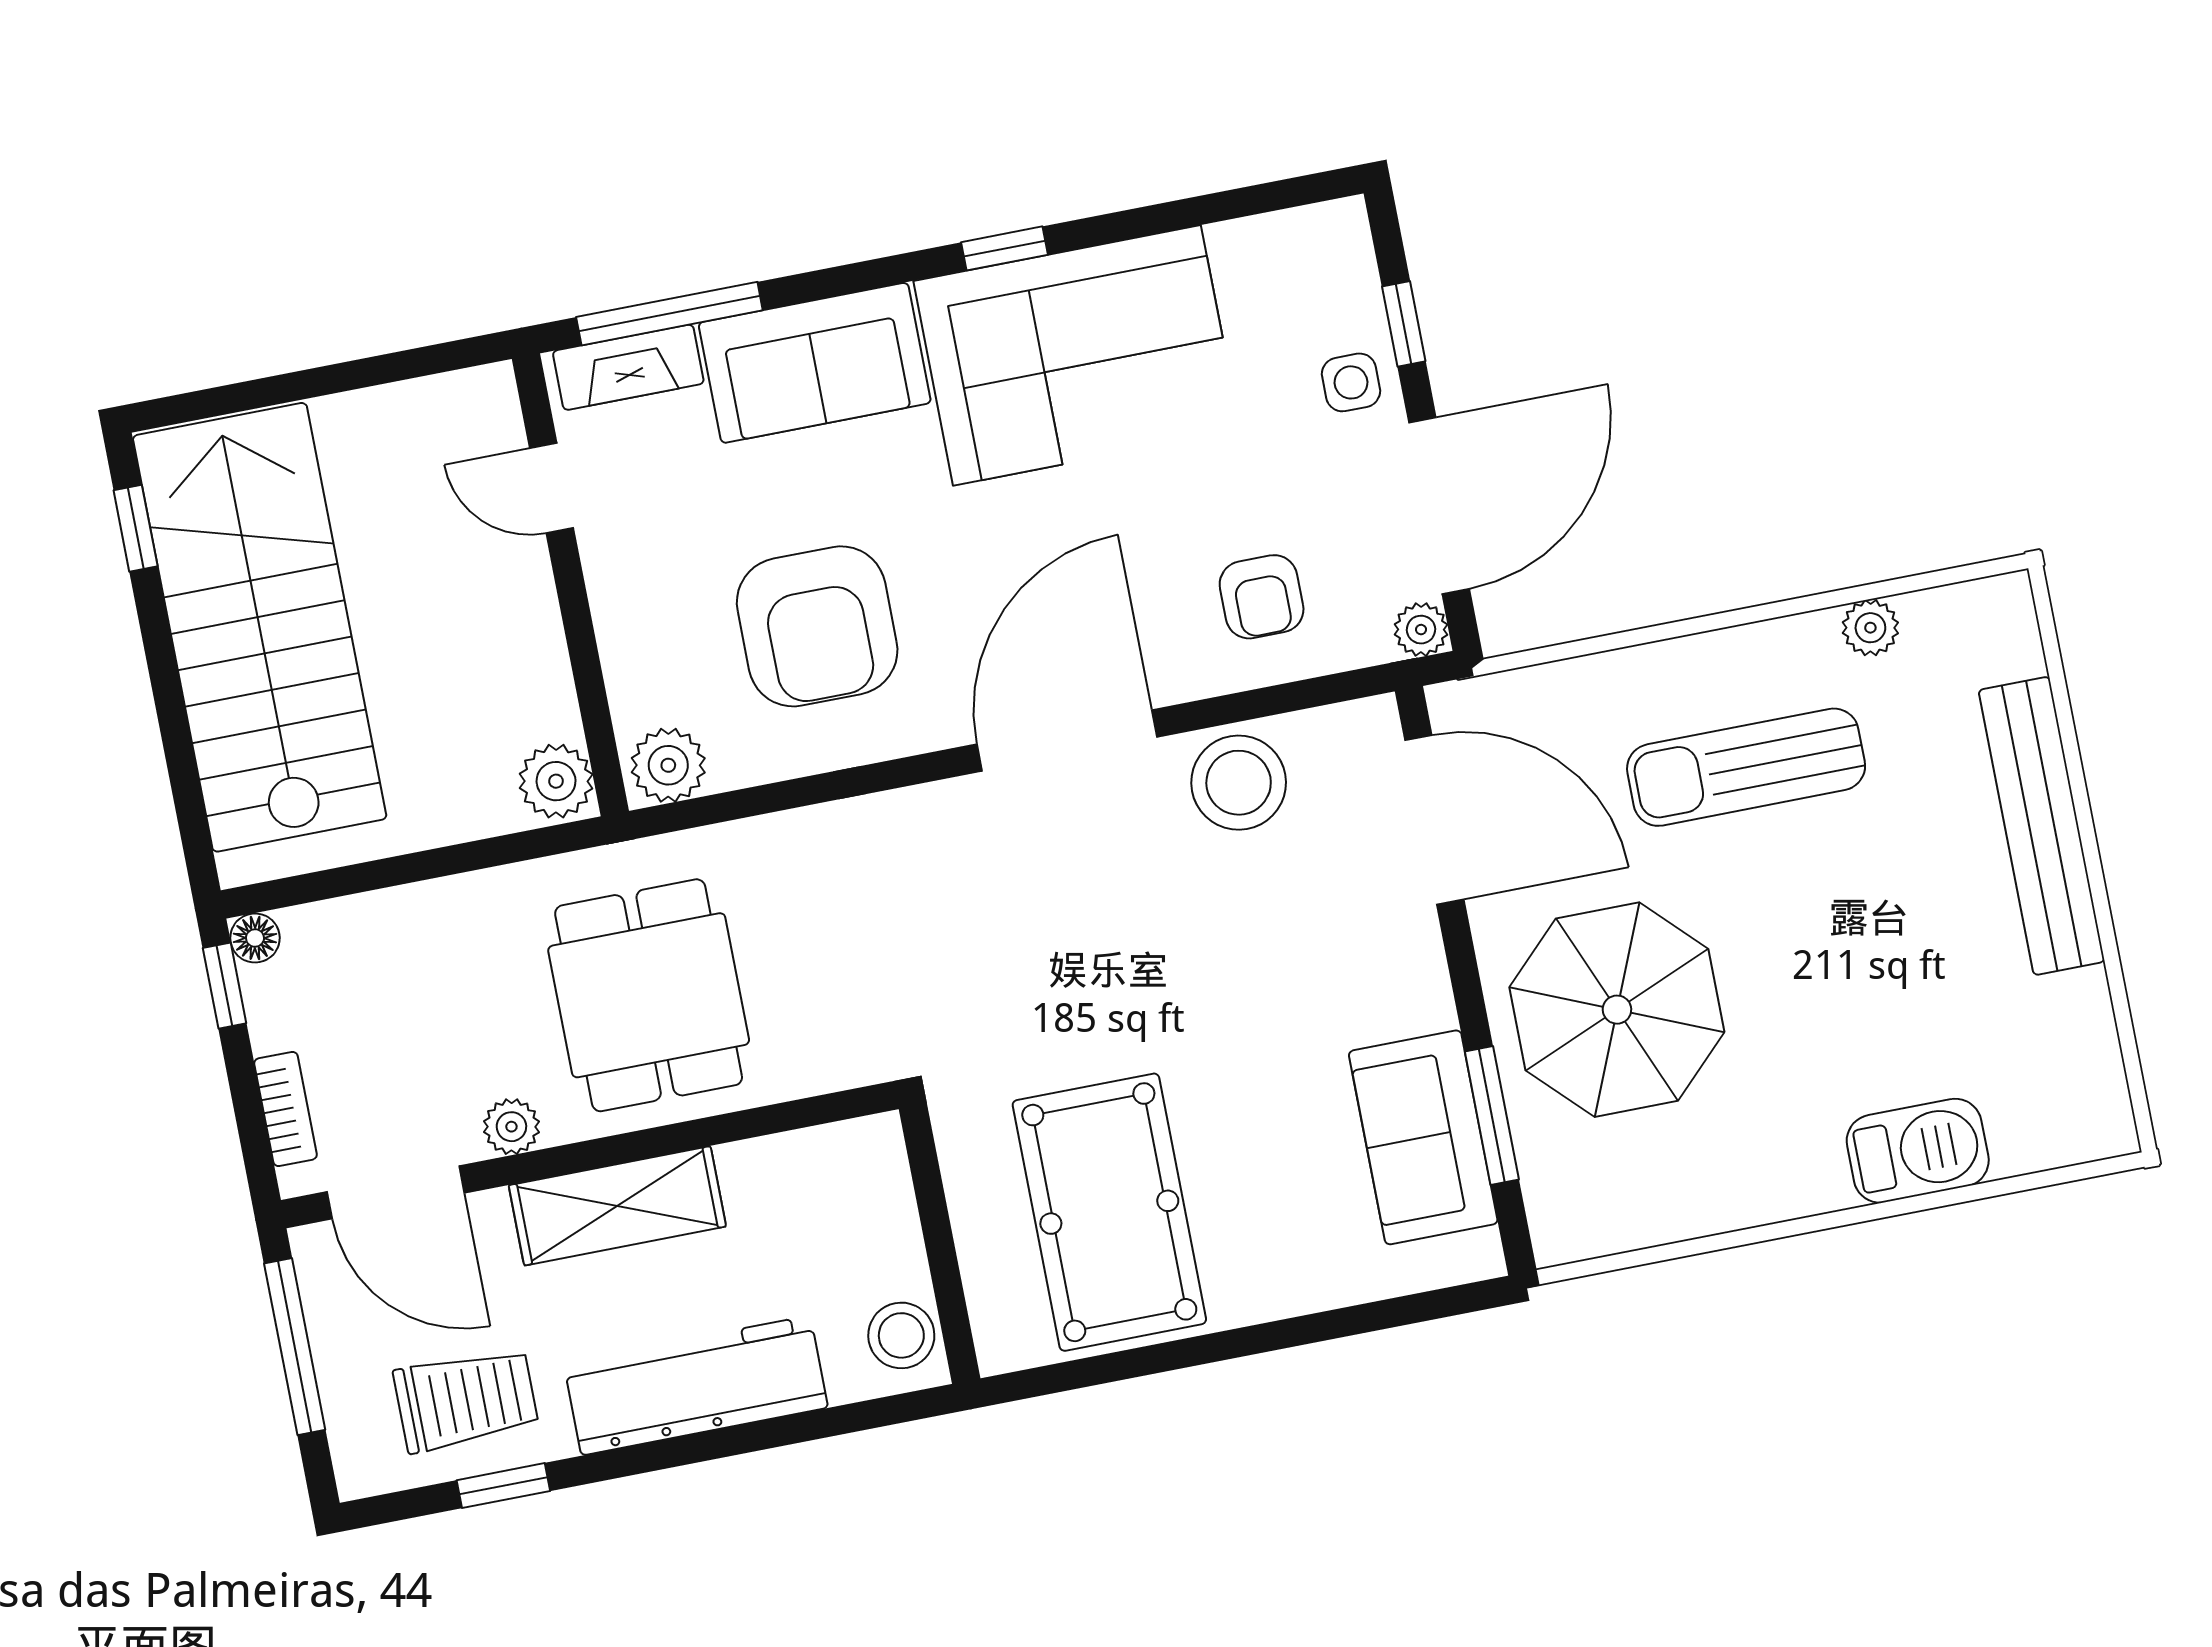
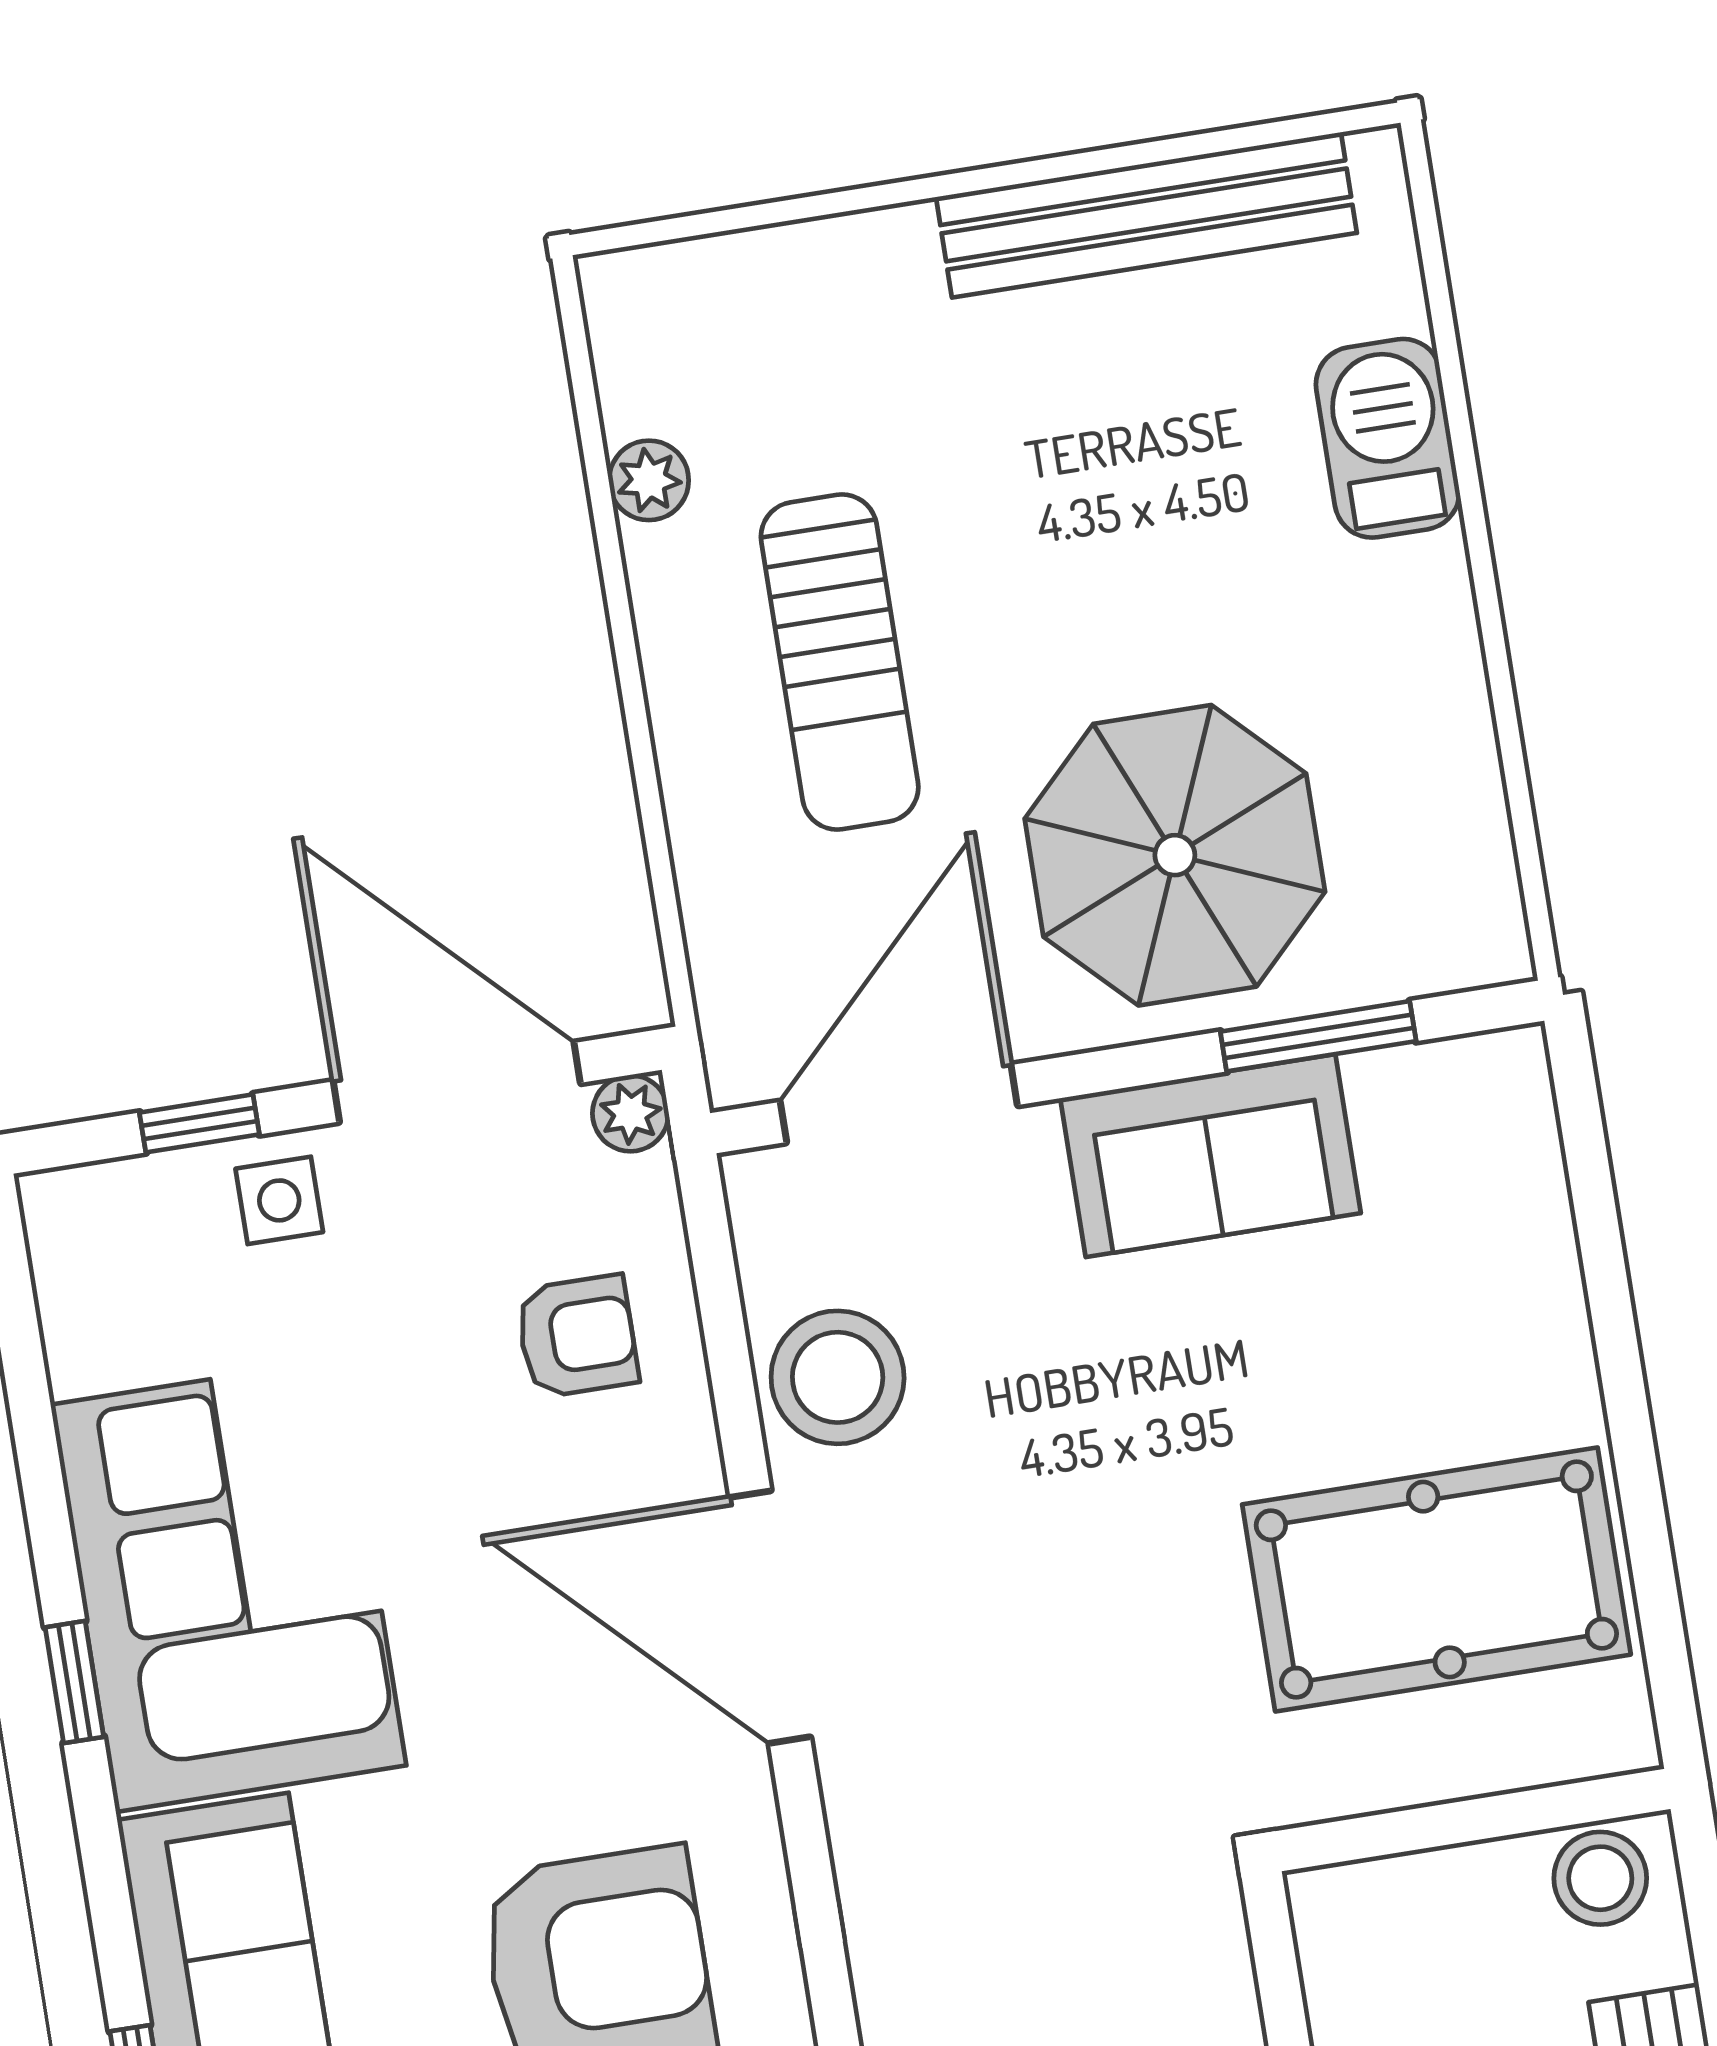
bench: (2042, 826) -> (1146, 215), moved
sofa: (1423, 1137) -> (1210, 1156), moved

